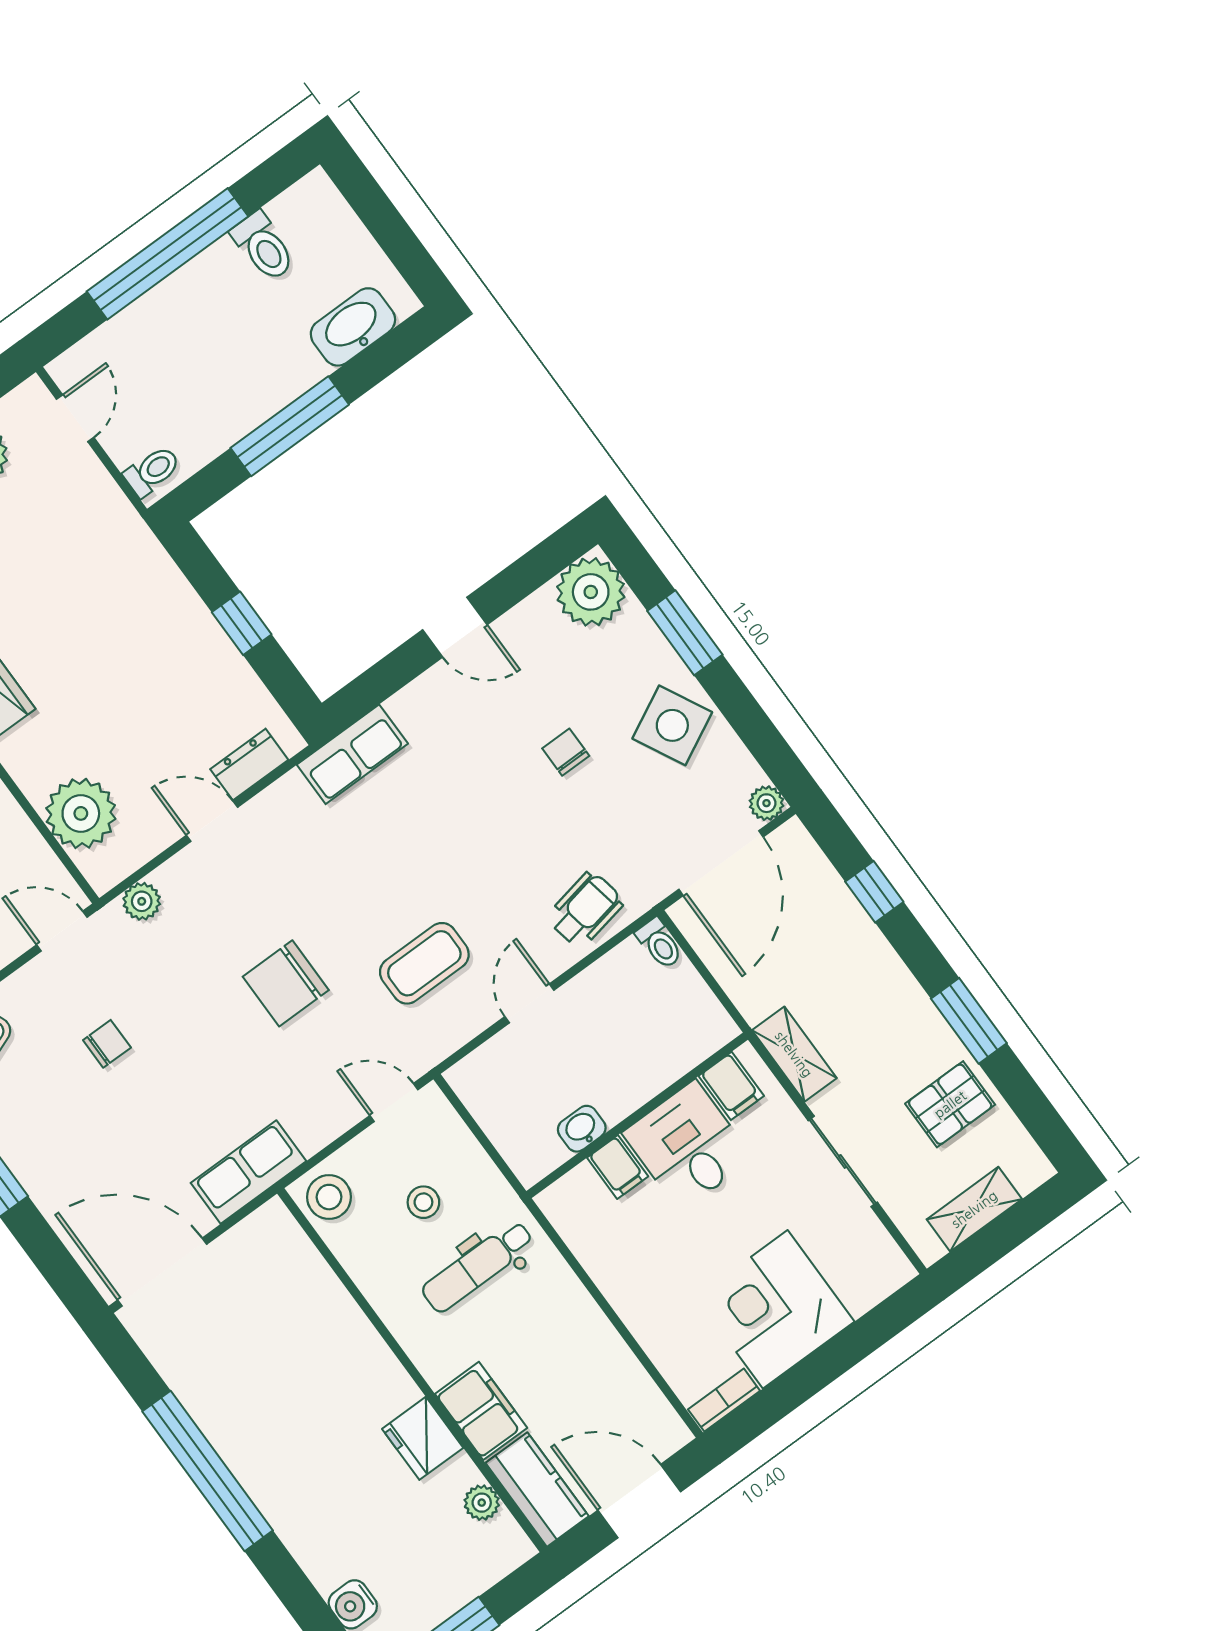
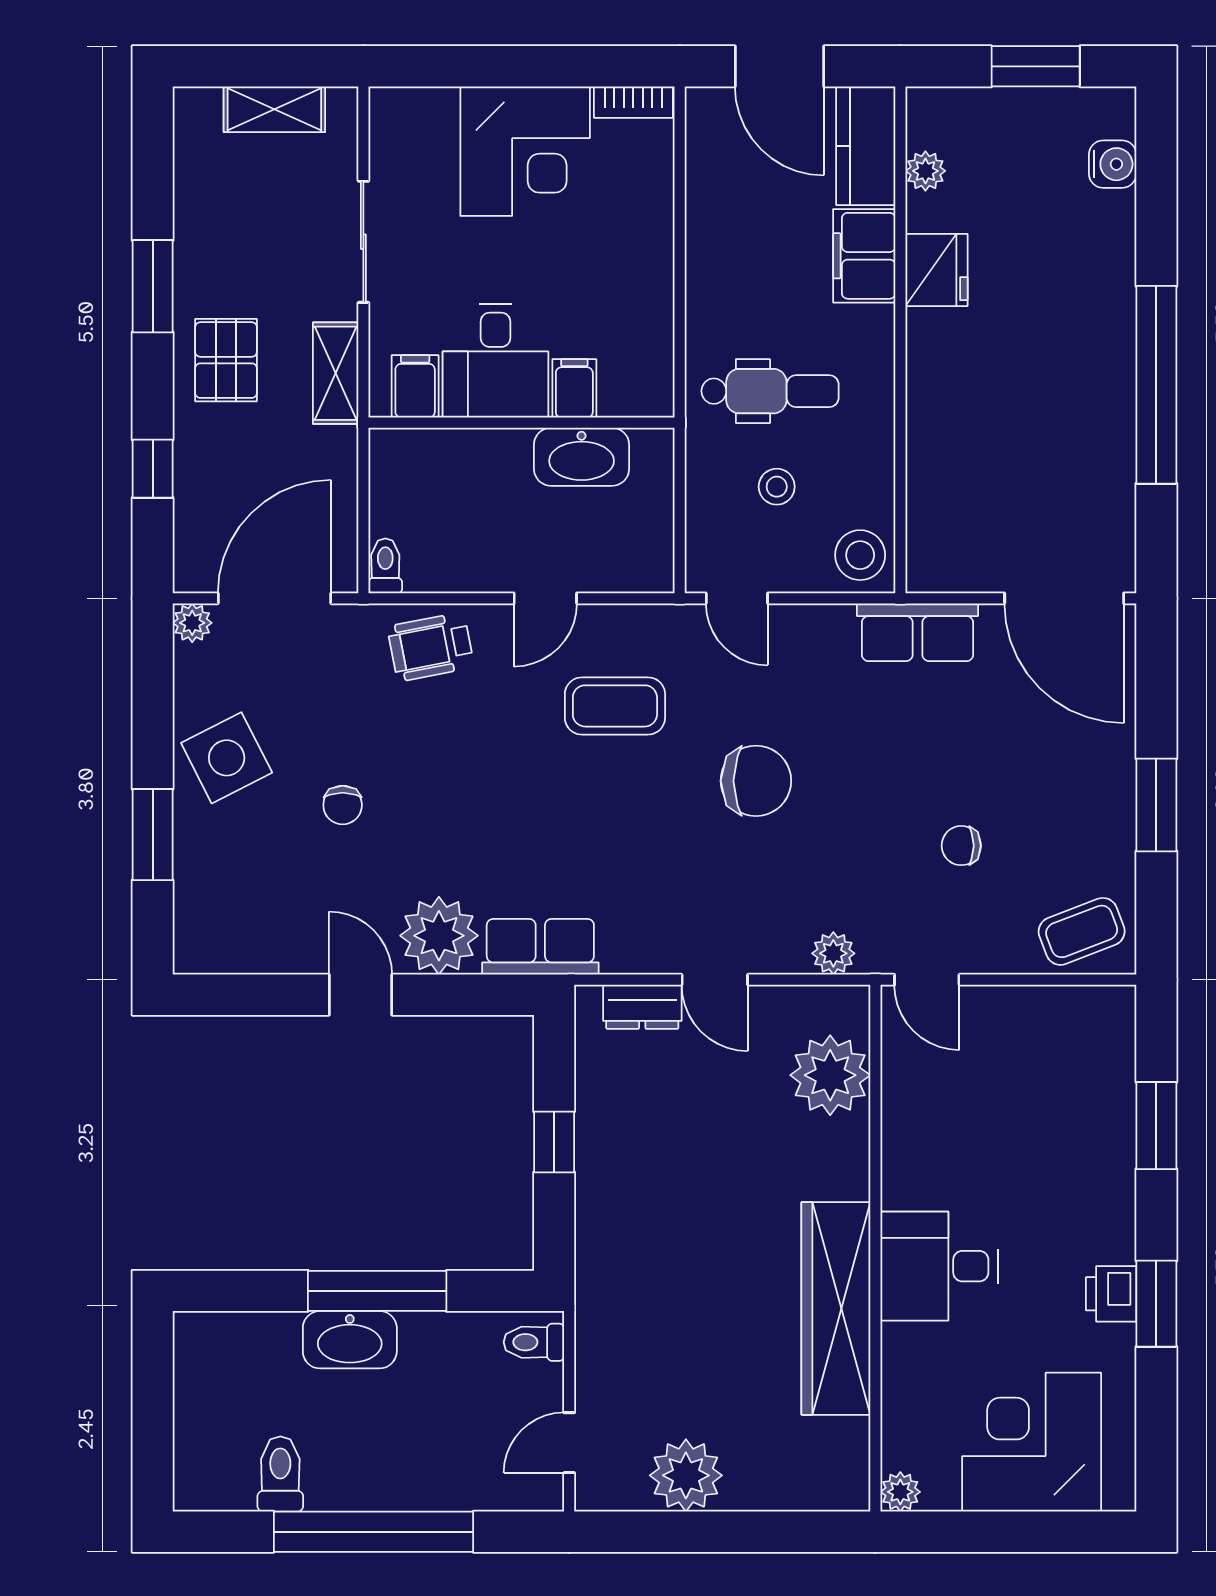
washbasin: (353, 327) -> (350, 1340), moved
plant: (591, 592) -> (439, 936), moved
pallet: (950, 1104) -> (226, 360), moved, turned 90
washbasin: (582, 1129) -> (582, 457), width x1.91, depth x1.45

